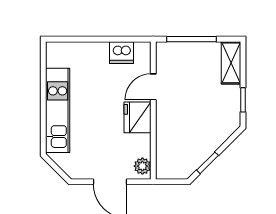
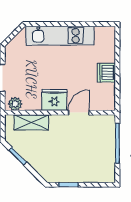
dishwasher: (122, 53) -> (106, 73), moved
shelving: (231, 63) -> (31, 122), moved
door: (153, 87) -> (79, 113), hinge flipped

